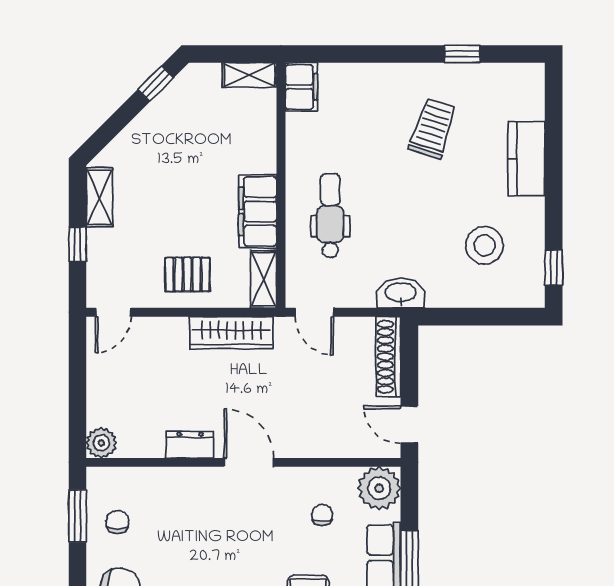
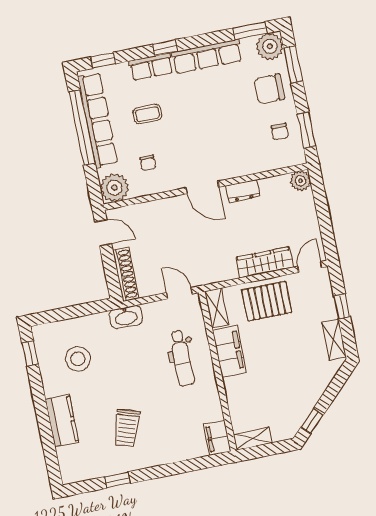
pallet: (187, 274) -> (267, 301), width x1.50, depth x1.42
wardrobe: (231, 333) -> (265, 262), moved

